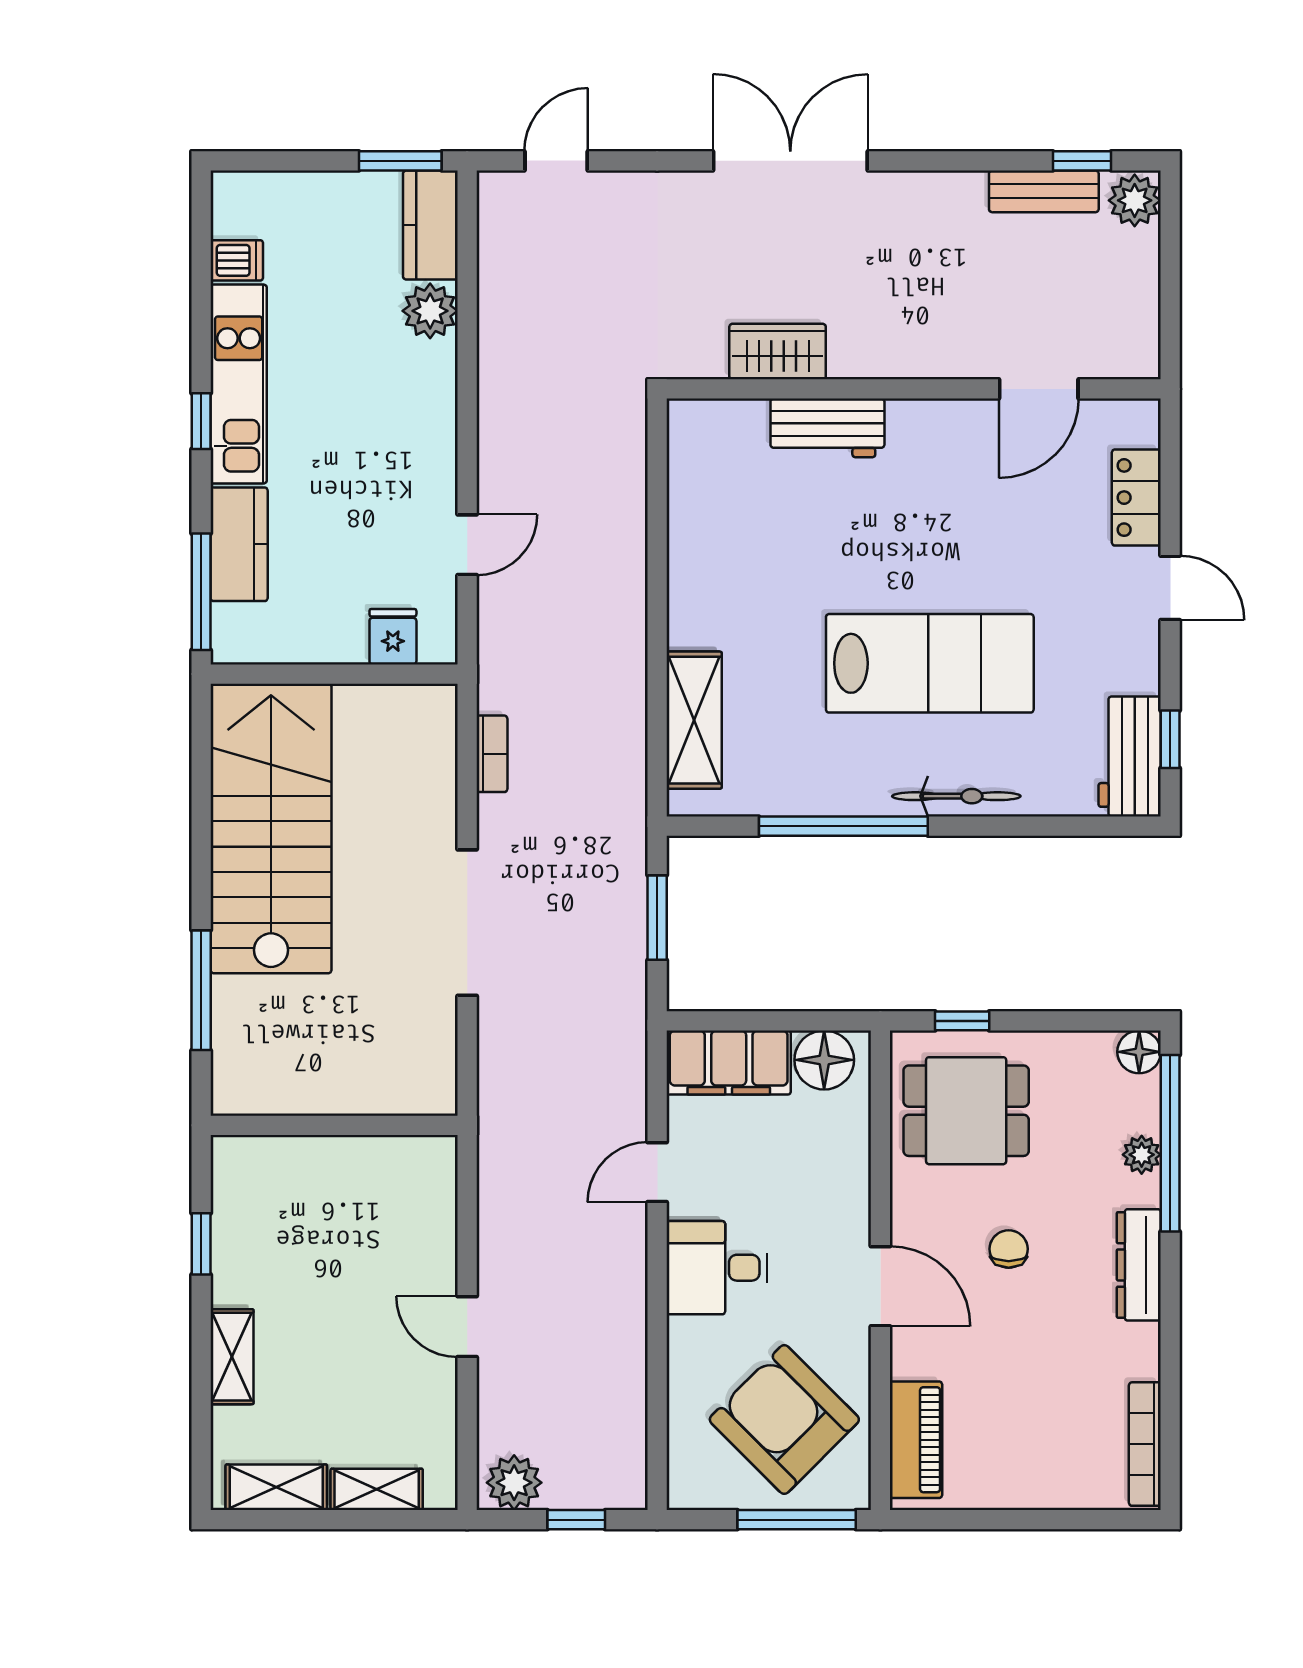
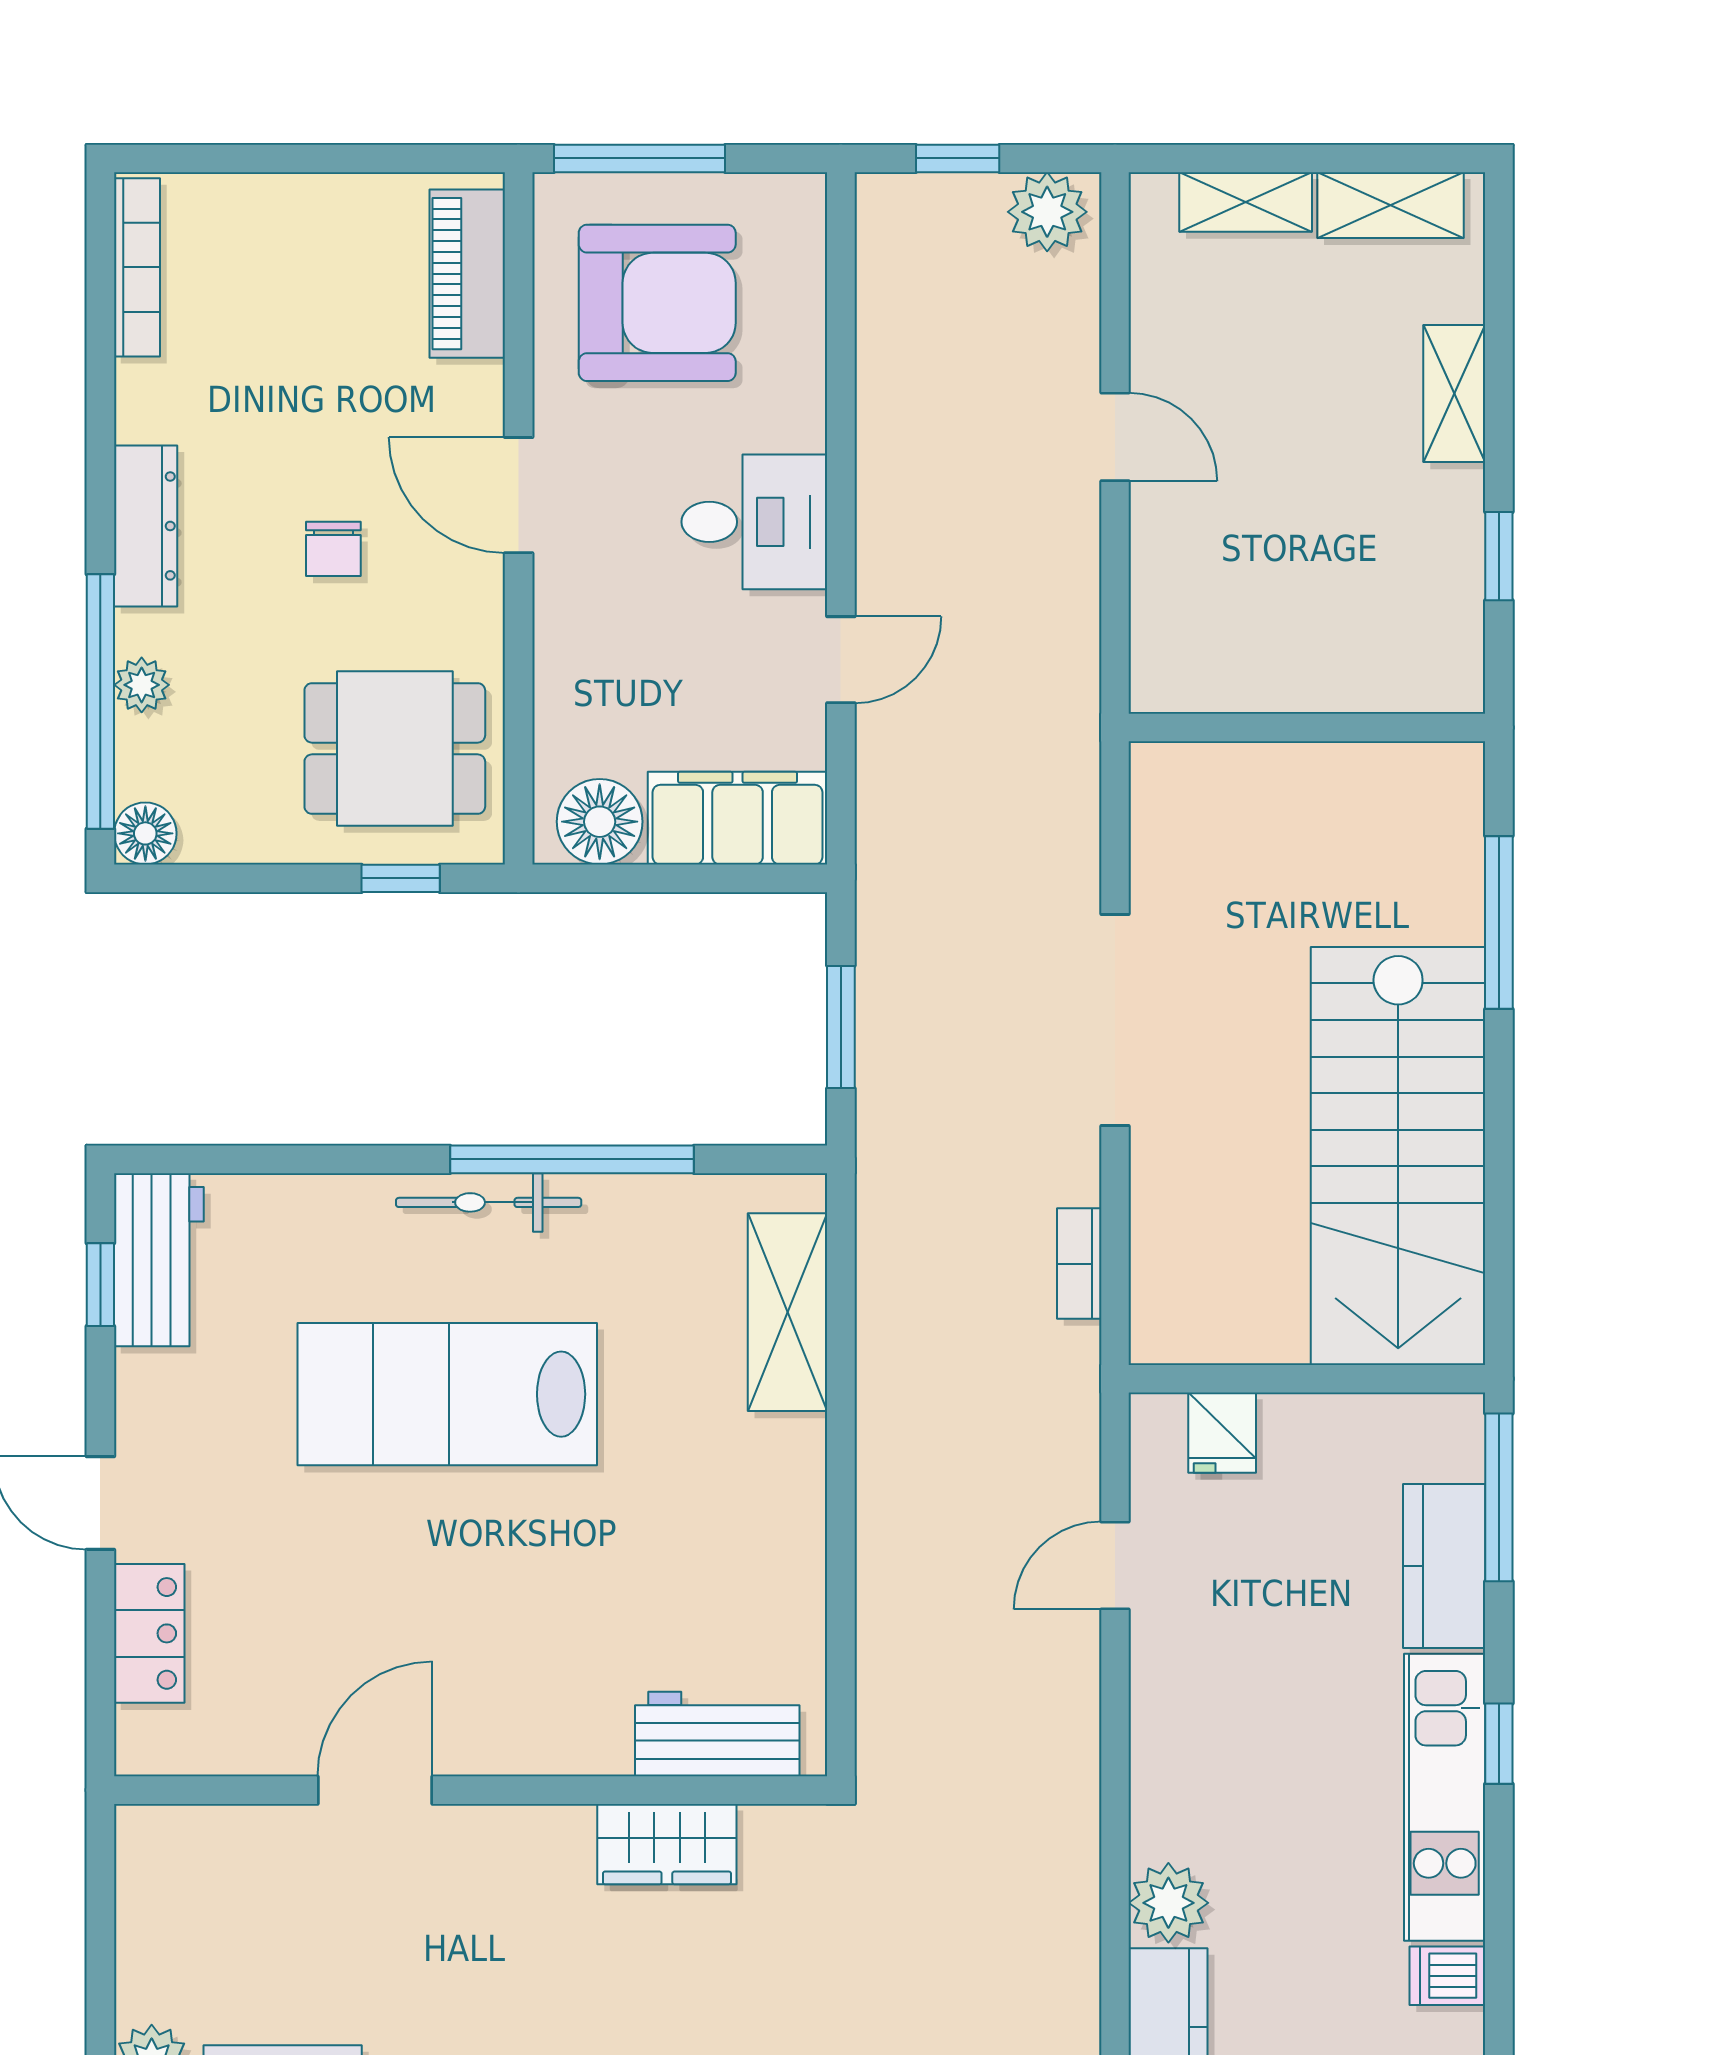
door: (1039, 389) -> (375, 1790), moved
workbench: (827, 428) -> (717, 1734), moved
bicycle: (956, 796) -> (489, 1202), moved
armchair: (784, 1419) -> (657, 303), turned -45

